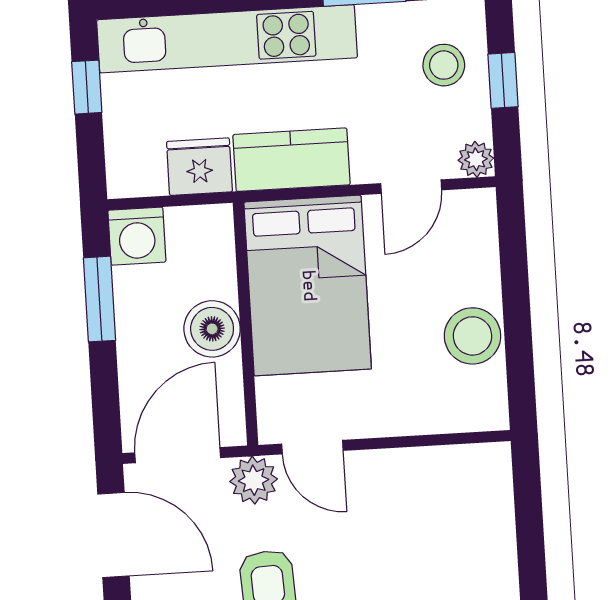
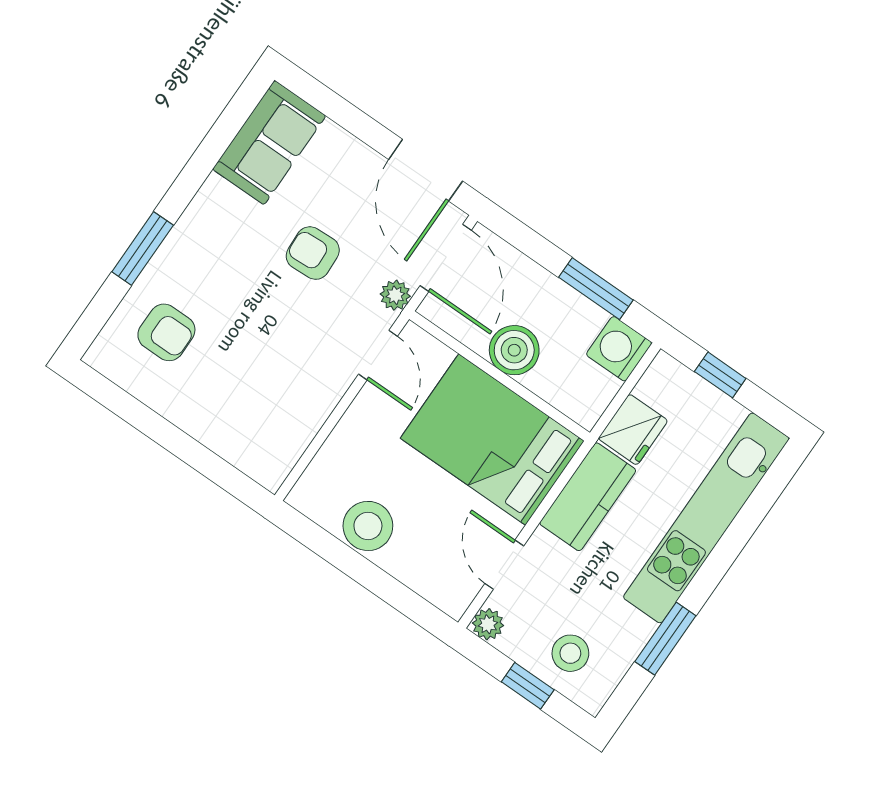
window: (87, 87) -> (720, 375), moved
door: (312, 447) -> (378, 355), swing flipped
plant: (254, 480) -> (395, 295), width x0.73, depth x0.73
door: (113, 535) -> (426, 170), hinge flipped

